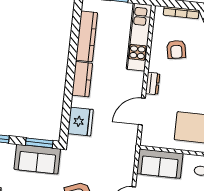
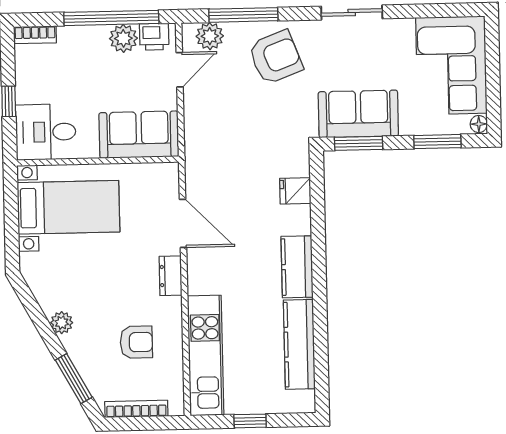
armchair: (176, 49) -> (136, 342), turned 100
door: (142, 111) -> (183, 223), hinge flipped
fridge: (81, 122) -> (295, 191), width x0.53, depth x0.75

